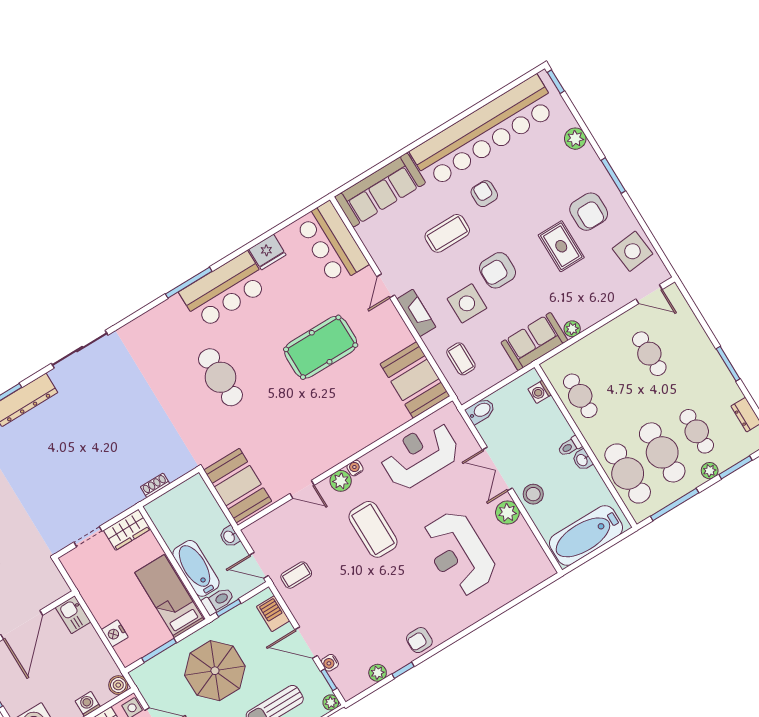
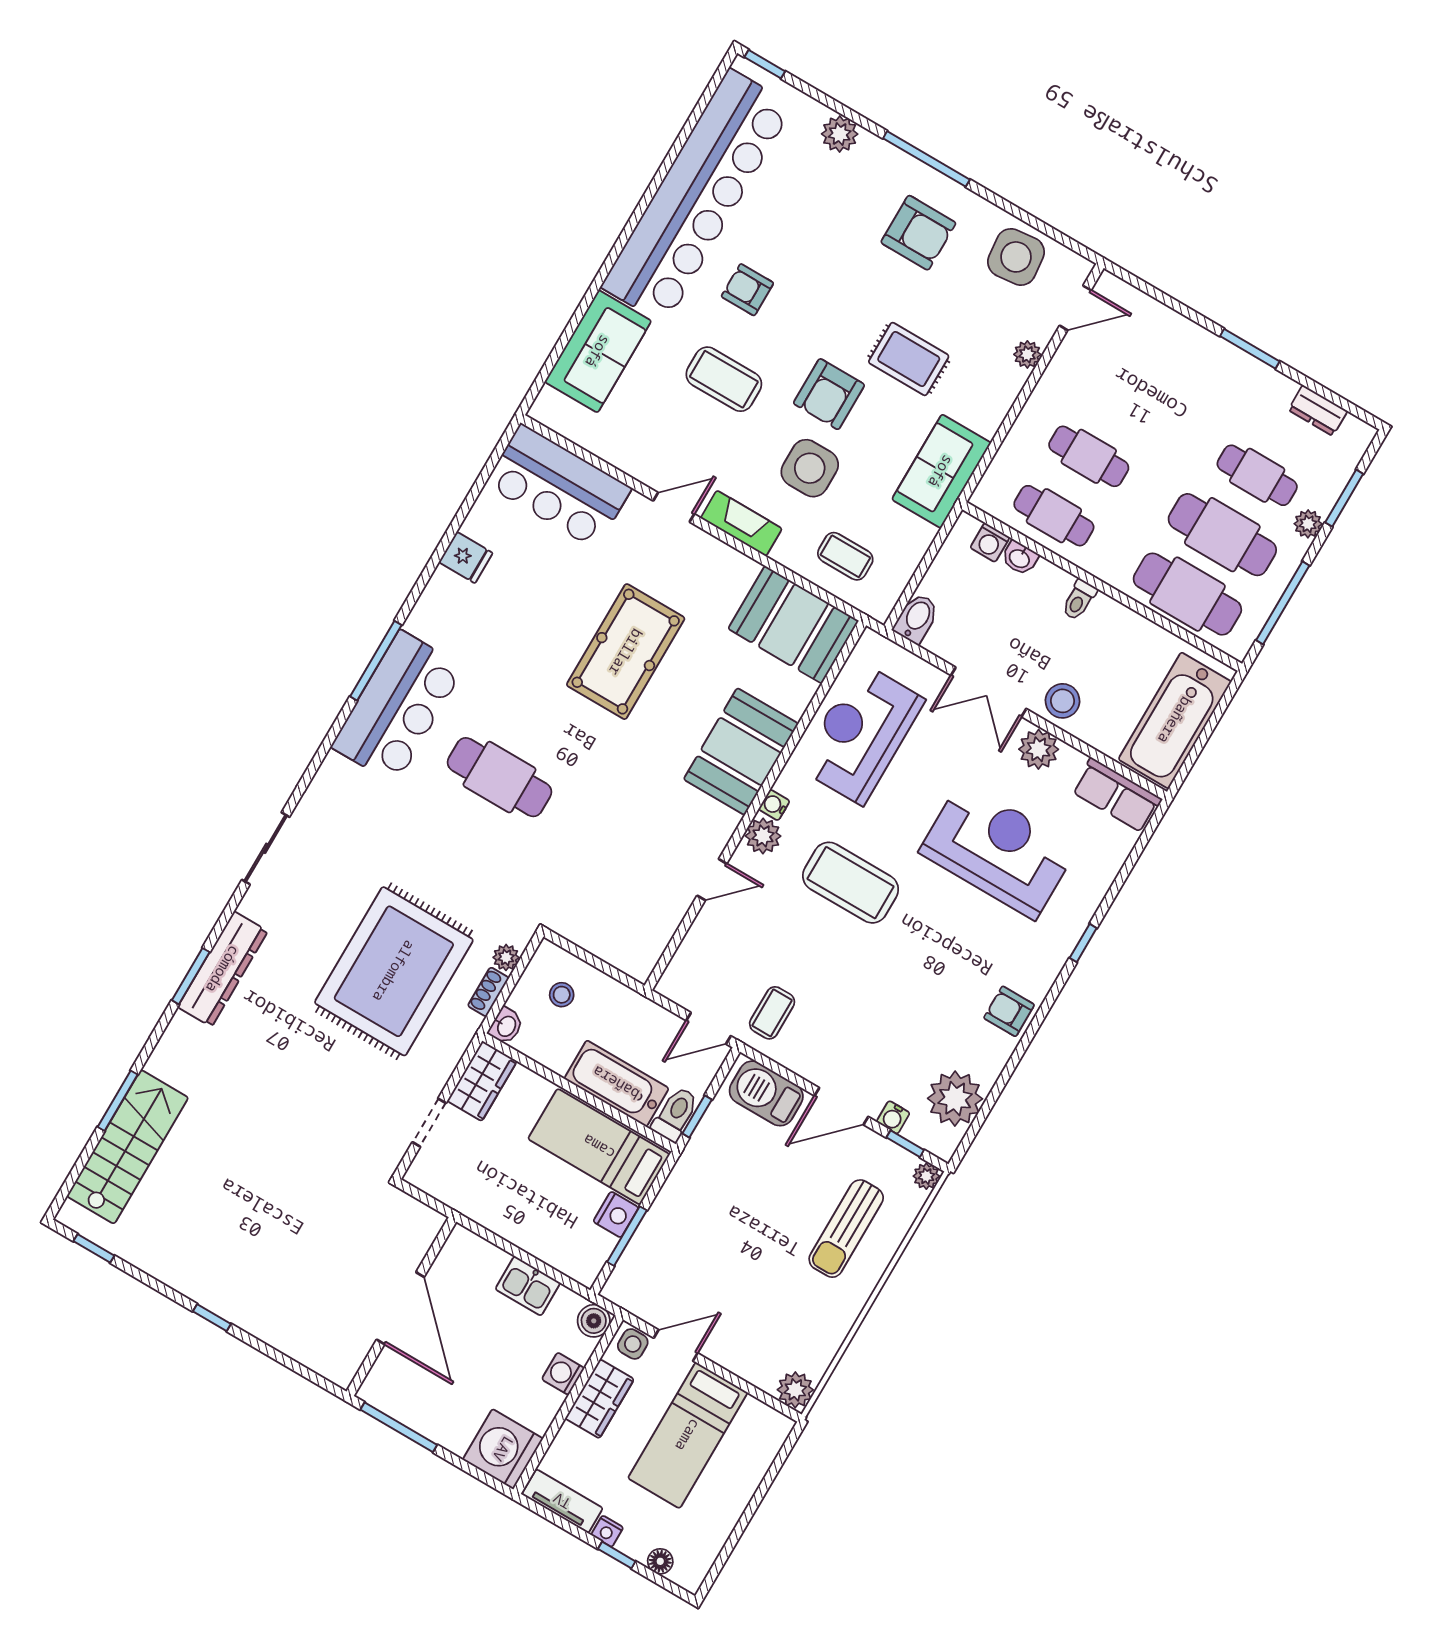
window: (613, 176) -> (926, 159), width x1.44
sofa: (380, 190) -> (598, 351), width x0.73
coffee table: (447, 233) -> (724, 379), turned 90
rug: (561, 246) -> (909, 359), moved
fridge: (267, 252) -> (466, 558), width x0.72
door: (386, 286) -> (674, 507), swing flipped
bar counter: (224, 290) -> (398, 707), moved
plant: (572, 329) -> (1027, 354), moved
sliding door: (80, 349) -> (266, 848), width x0.73
cafe table: (649, 354) -> (1089, 456), moved
rug: (112, 448) -> (394, 971), added
washbasin: (582, 460) -> (1020, 558), moved
plant: (174, 472) -> (506, 957), added
booth: (238, 486) -> (741, 751), moved, turned 90
stool: (192, 507) -> (562, 995), added
washbasin: (229, 537) -> (506, 1026), moved, turned -90
reception desk: (459, 553) -> (998, 850), turned 180
row of seats: (535, 558) -> (1117, 795), added
barbecue: (273, 614) -> (766, 1093), width x1.38, depth x1.27
kitchen sink: (73, 615) -> (528, 1286), moved
nightstand: (115, 633) -> (616, 1215), moved, turned -90
armchair: (419, 640) -> (1009, 1011), turned 90
window: (403, 670) -> (1083, 943), moved
parasol: (215, 671) -> (727, 1222), removed
plant: (378, 673) -> (955, 1099), width x1.87, depth x1.87

